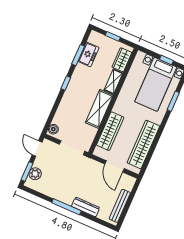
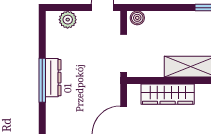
window: (27, 171) -> (66, 8), removed
dresser: (86, 207) -> (53, 78), moved

